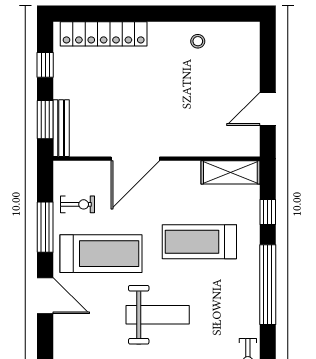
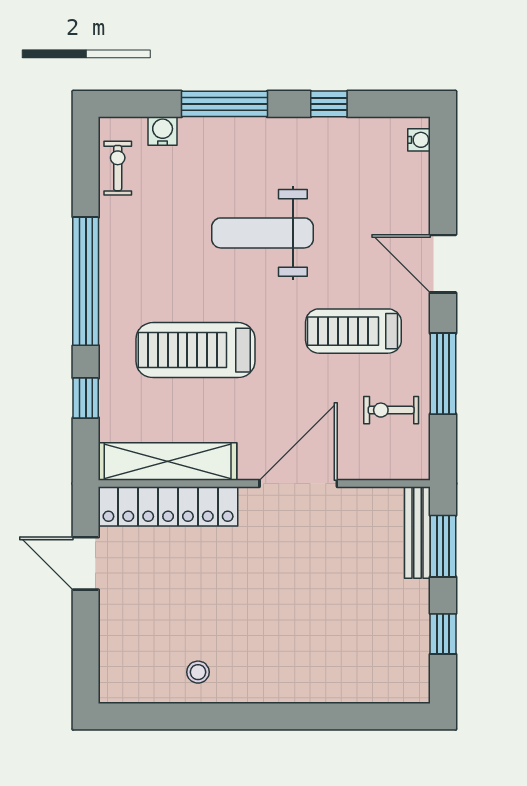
locker: (104, 34) -> (168, 506), moved, turned 180
door: (268, 109) -> (86, 563), swing flipped
shelving: (230, 172) -> (168, 462), width x1.47
treadmill: (199, 242) -> (195, 350), turned 180
treadmill: (101, 254) -> (353, 331), width x0.73, depth x0.73

